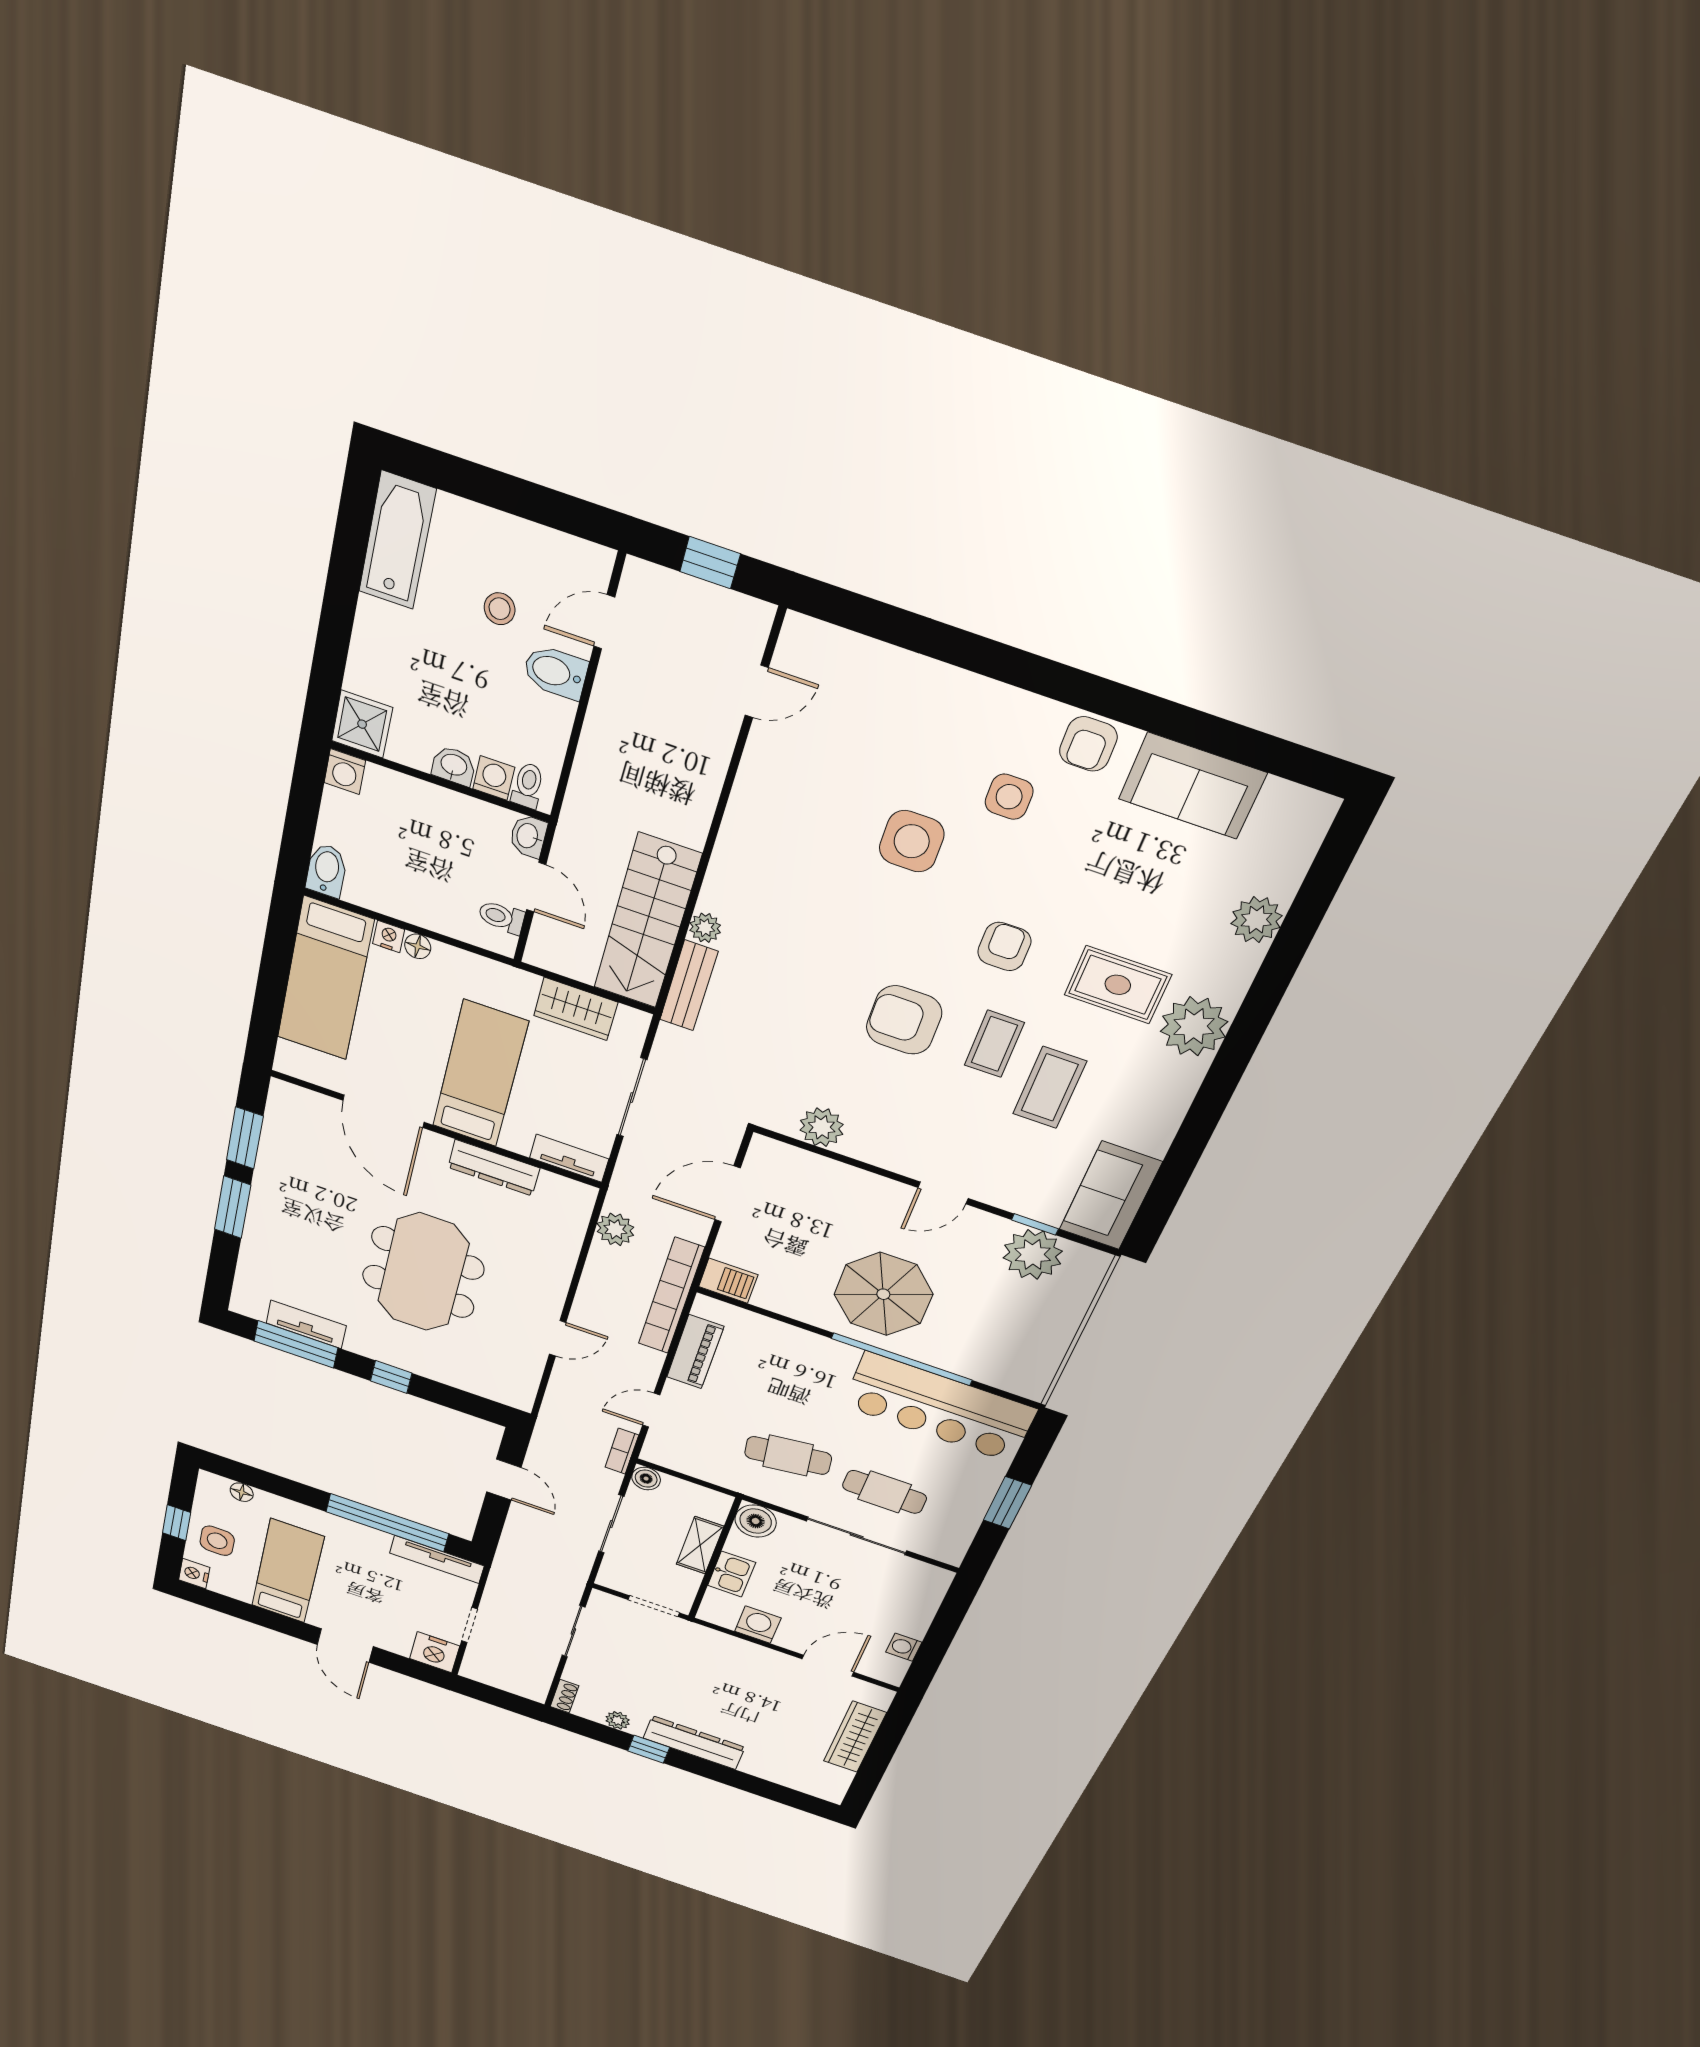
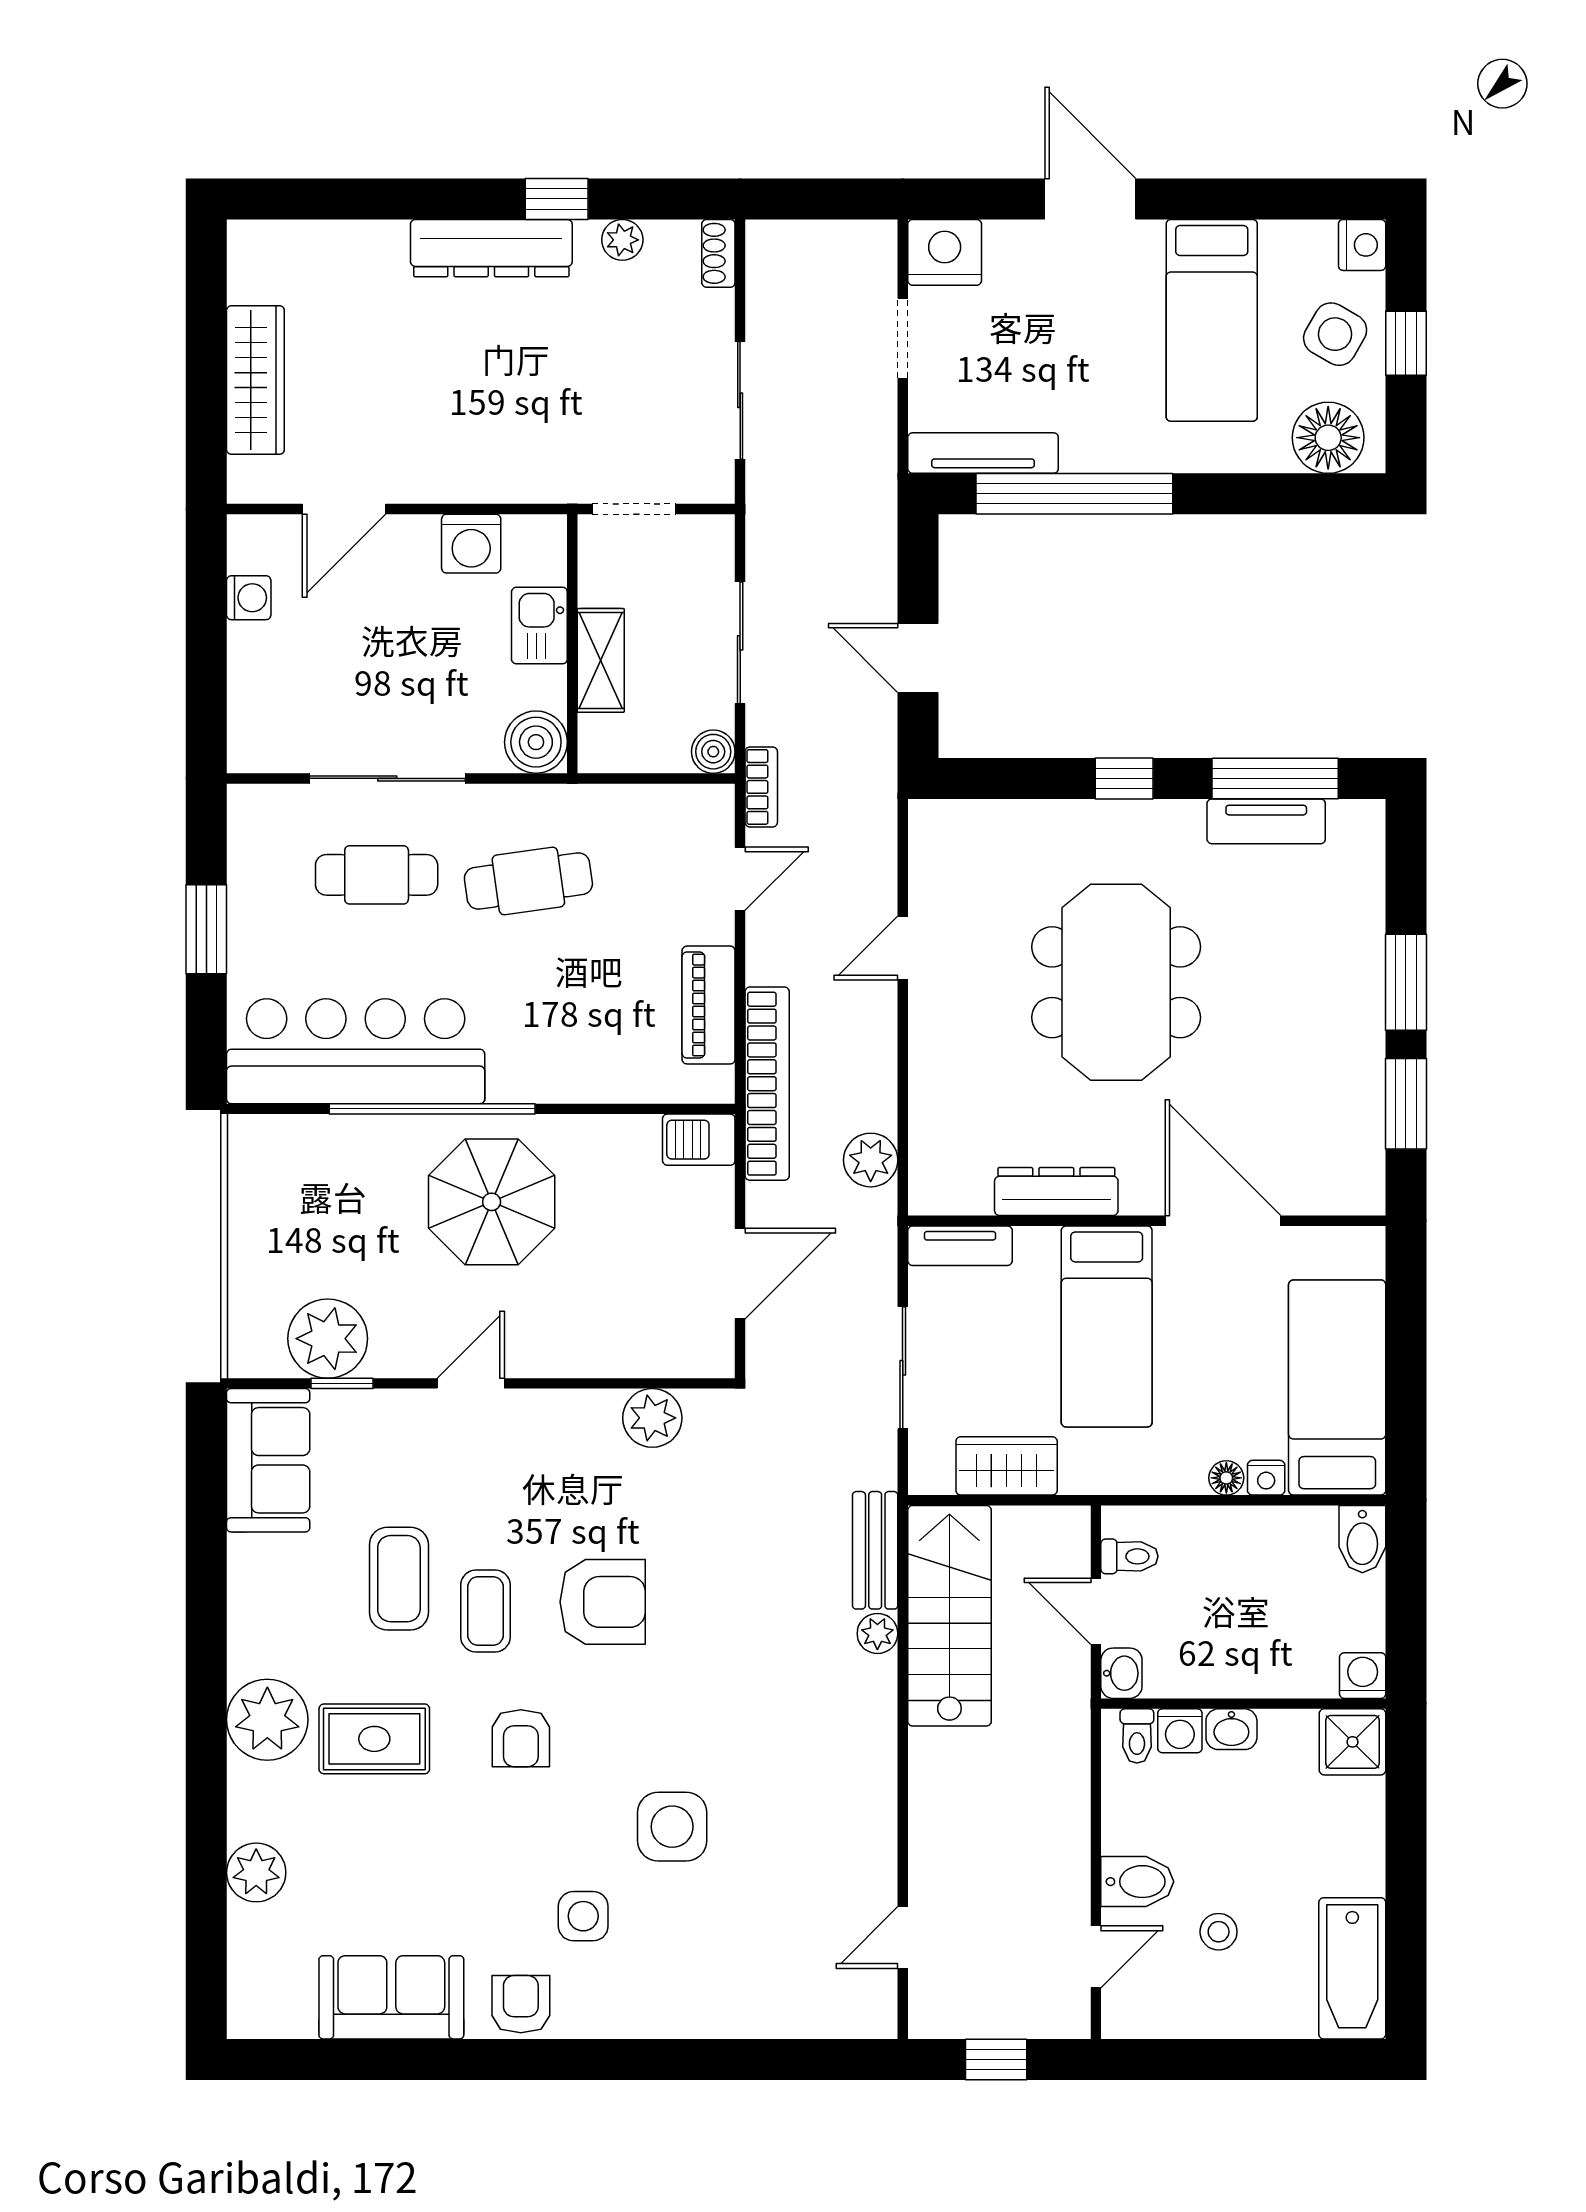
floor lamp: (242, 1492) -> (1328, 438), width x1.89, depth x1.89
side table: (217, 1541) -> (1335, 334), turned 30

